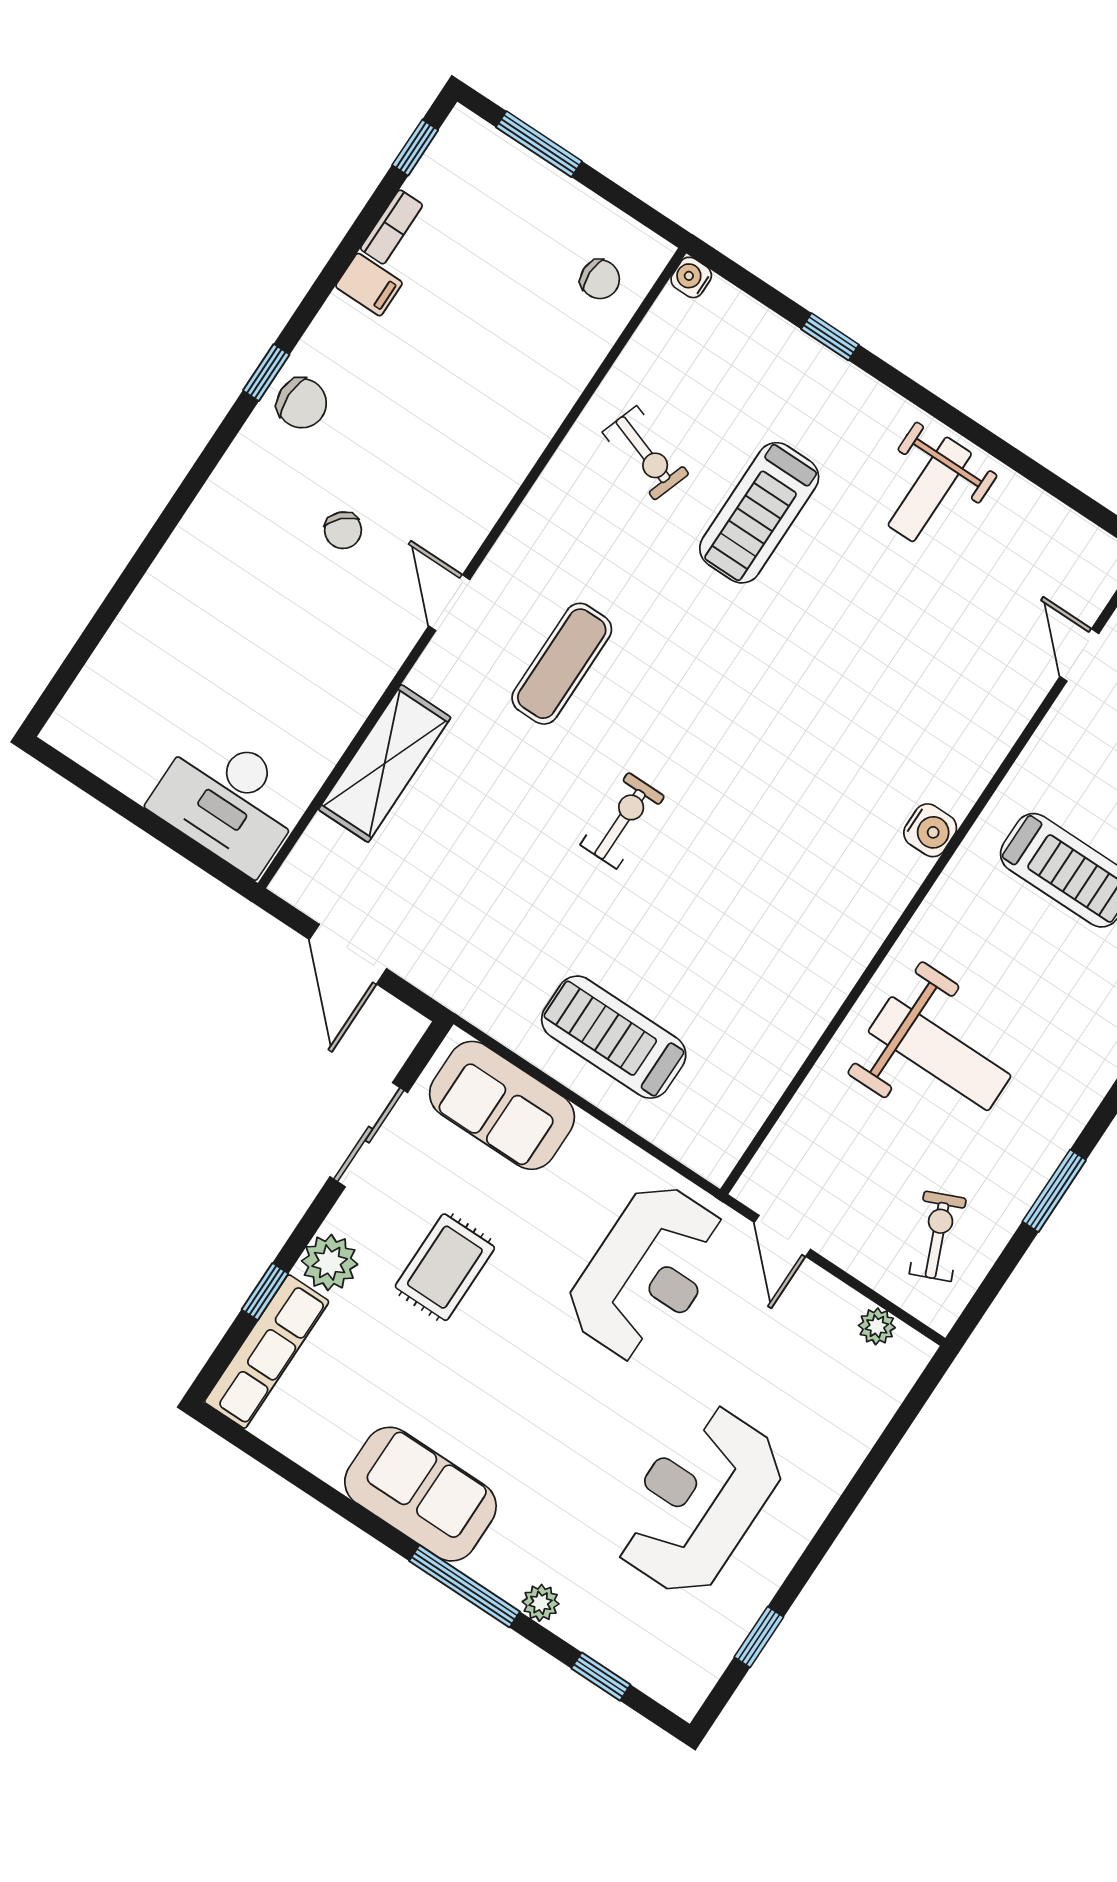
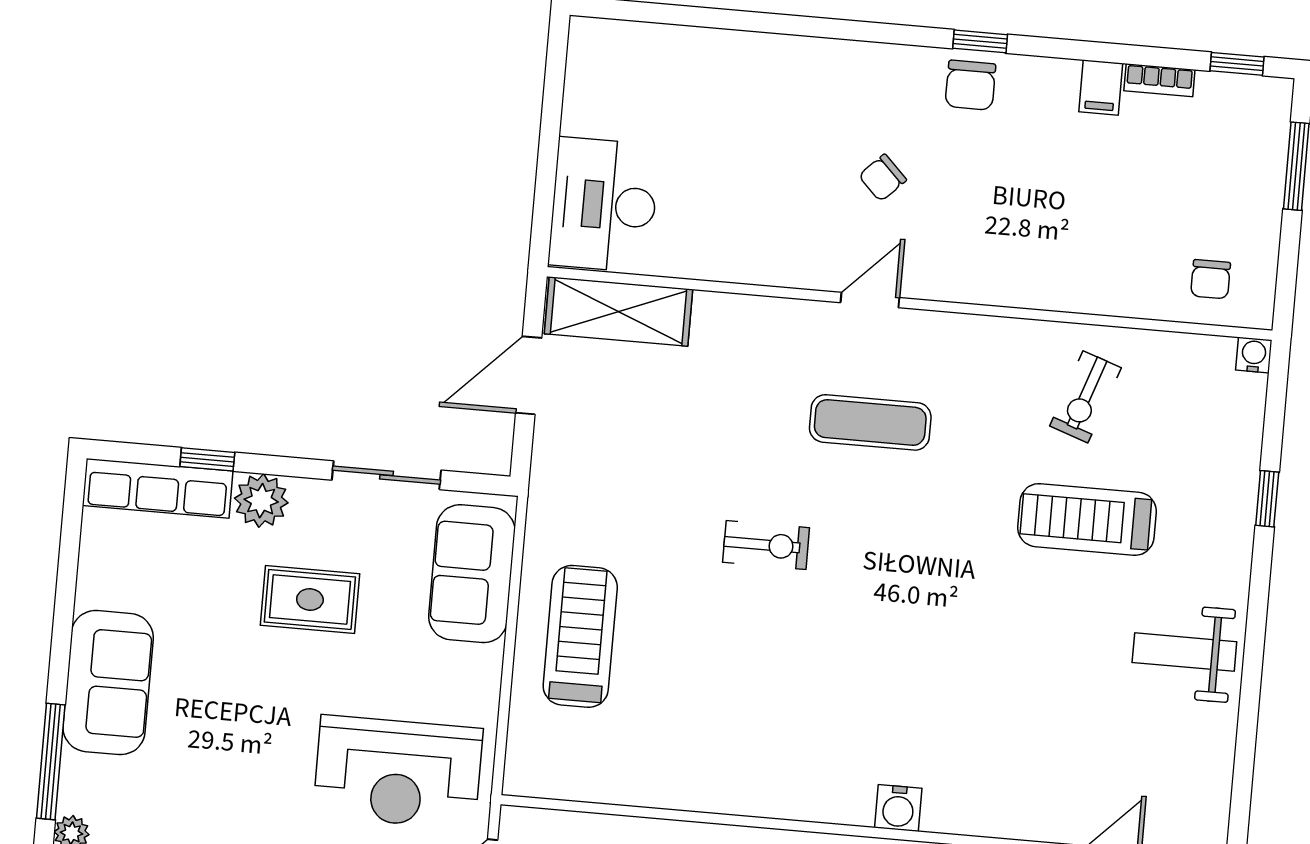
shelving: (385, 763) -> (619, 312), moved

